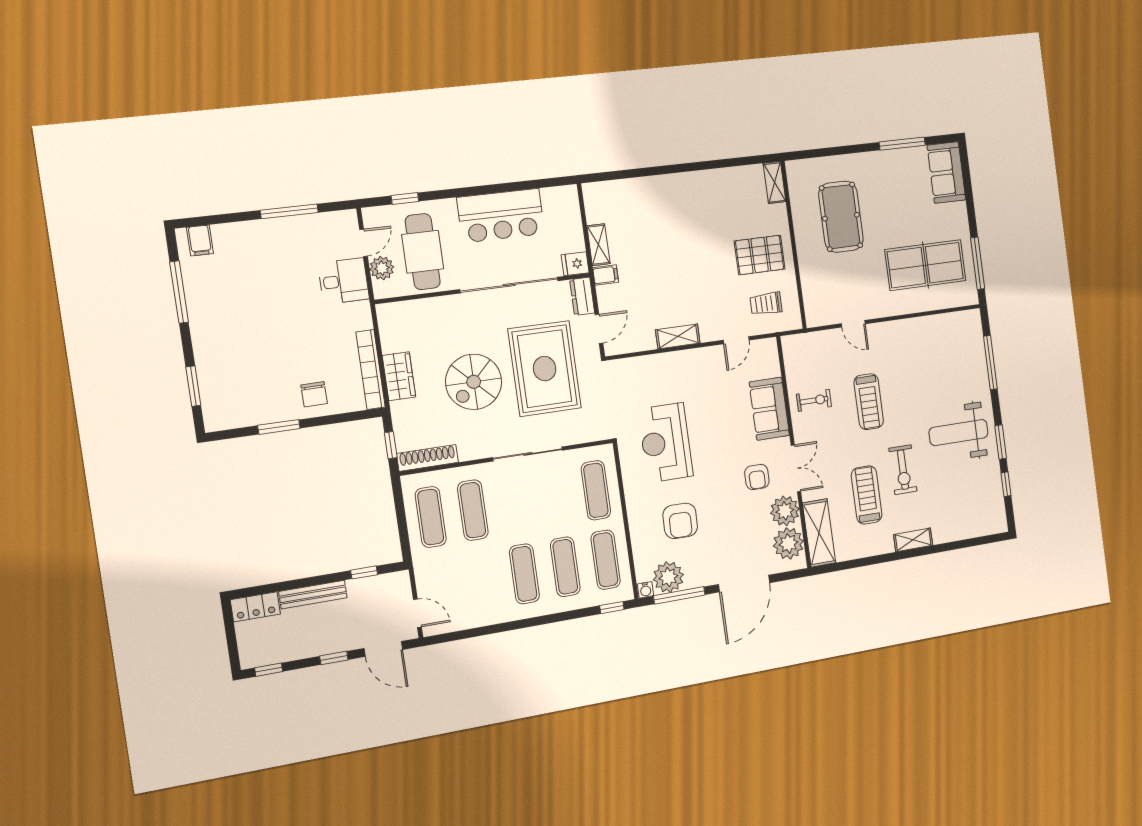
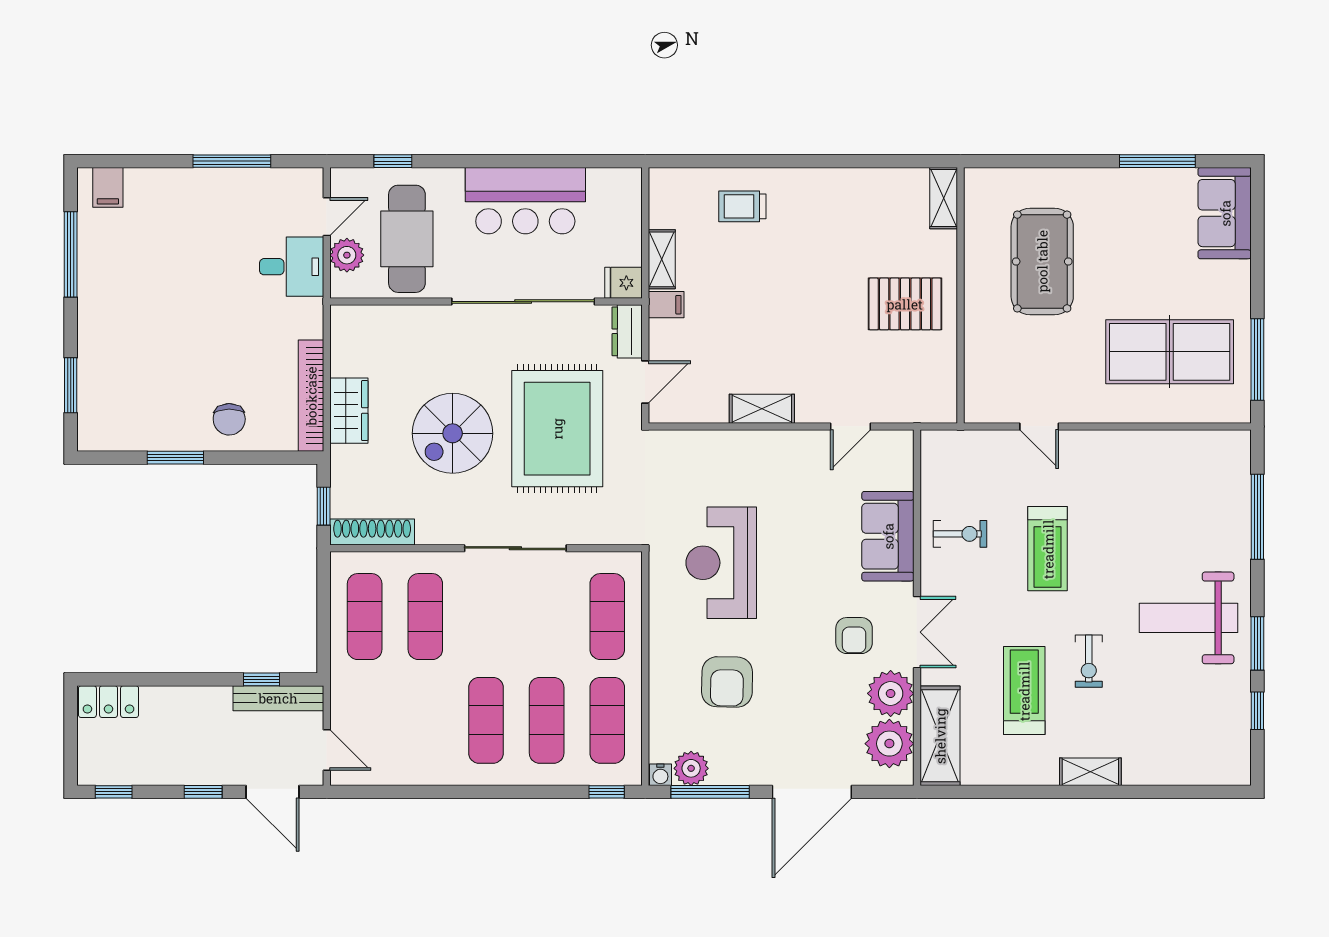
trolley: (766, 304) -> (742, 206), moved
exercise bike: (903, 470) -> (1089, 661), width x0.73, depth x0.72
plant: (668, 577) -> (691, 768), width x0.73, depth x0.73
bench: (313, 595) -> (278, 698), moved

